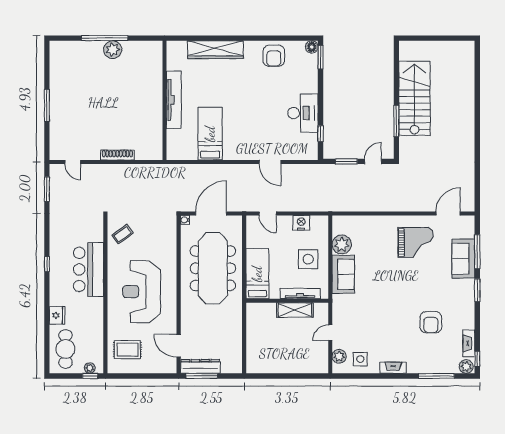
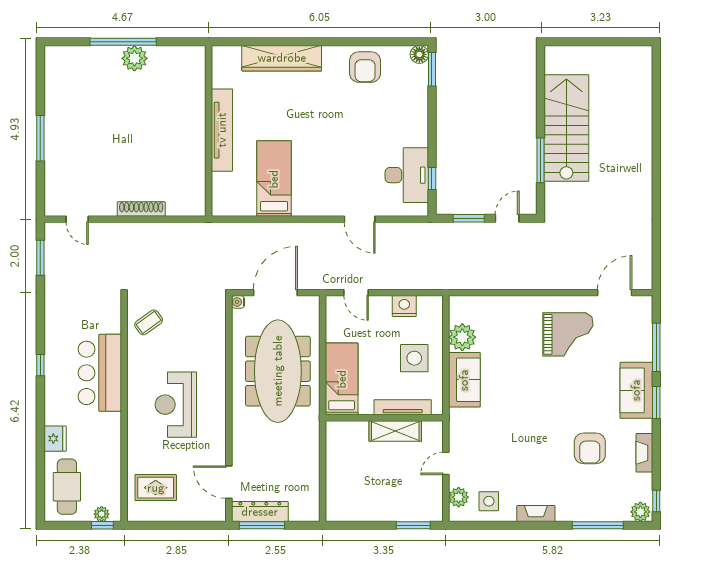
desk: (303, 113) -> (407, 175), moved
sofa: (463, 259) -> (636, 390), moved
reception desk: (142, 292) -> (176, 405), width x0.74, depth x0.77
fireplace: (469, 343) -> (644, 453), moved
window: (307, 376) -> (413, 525), added

